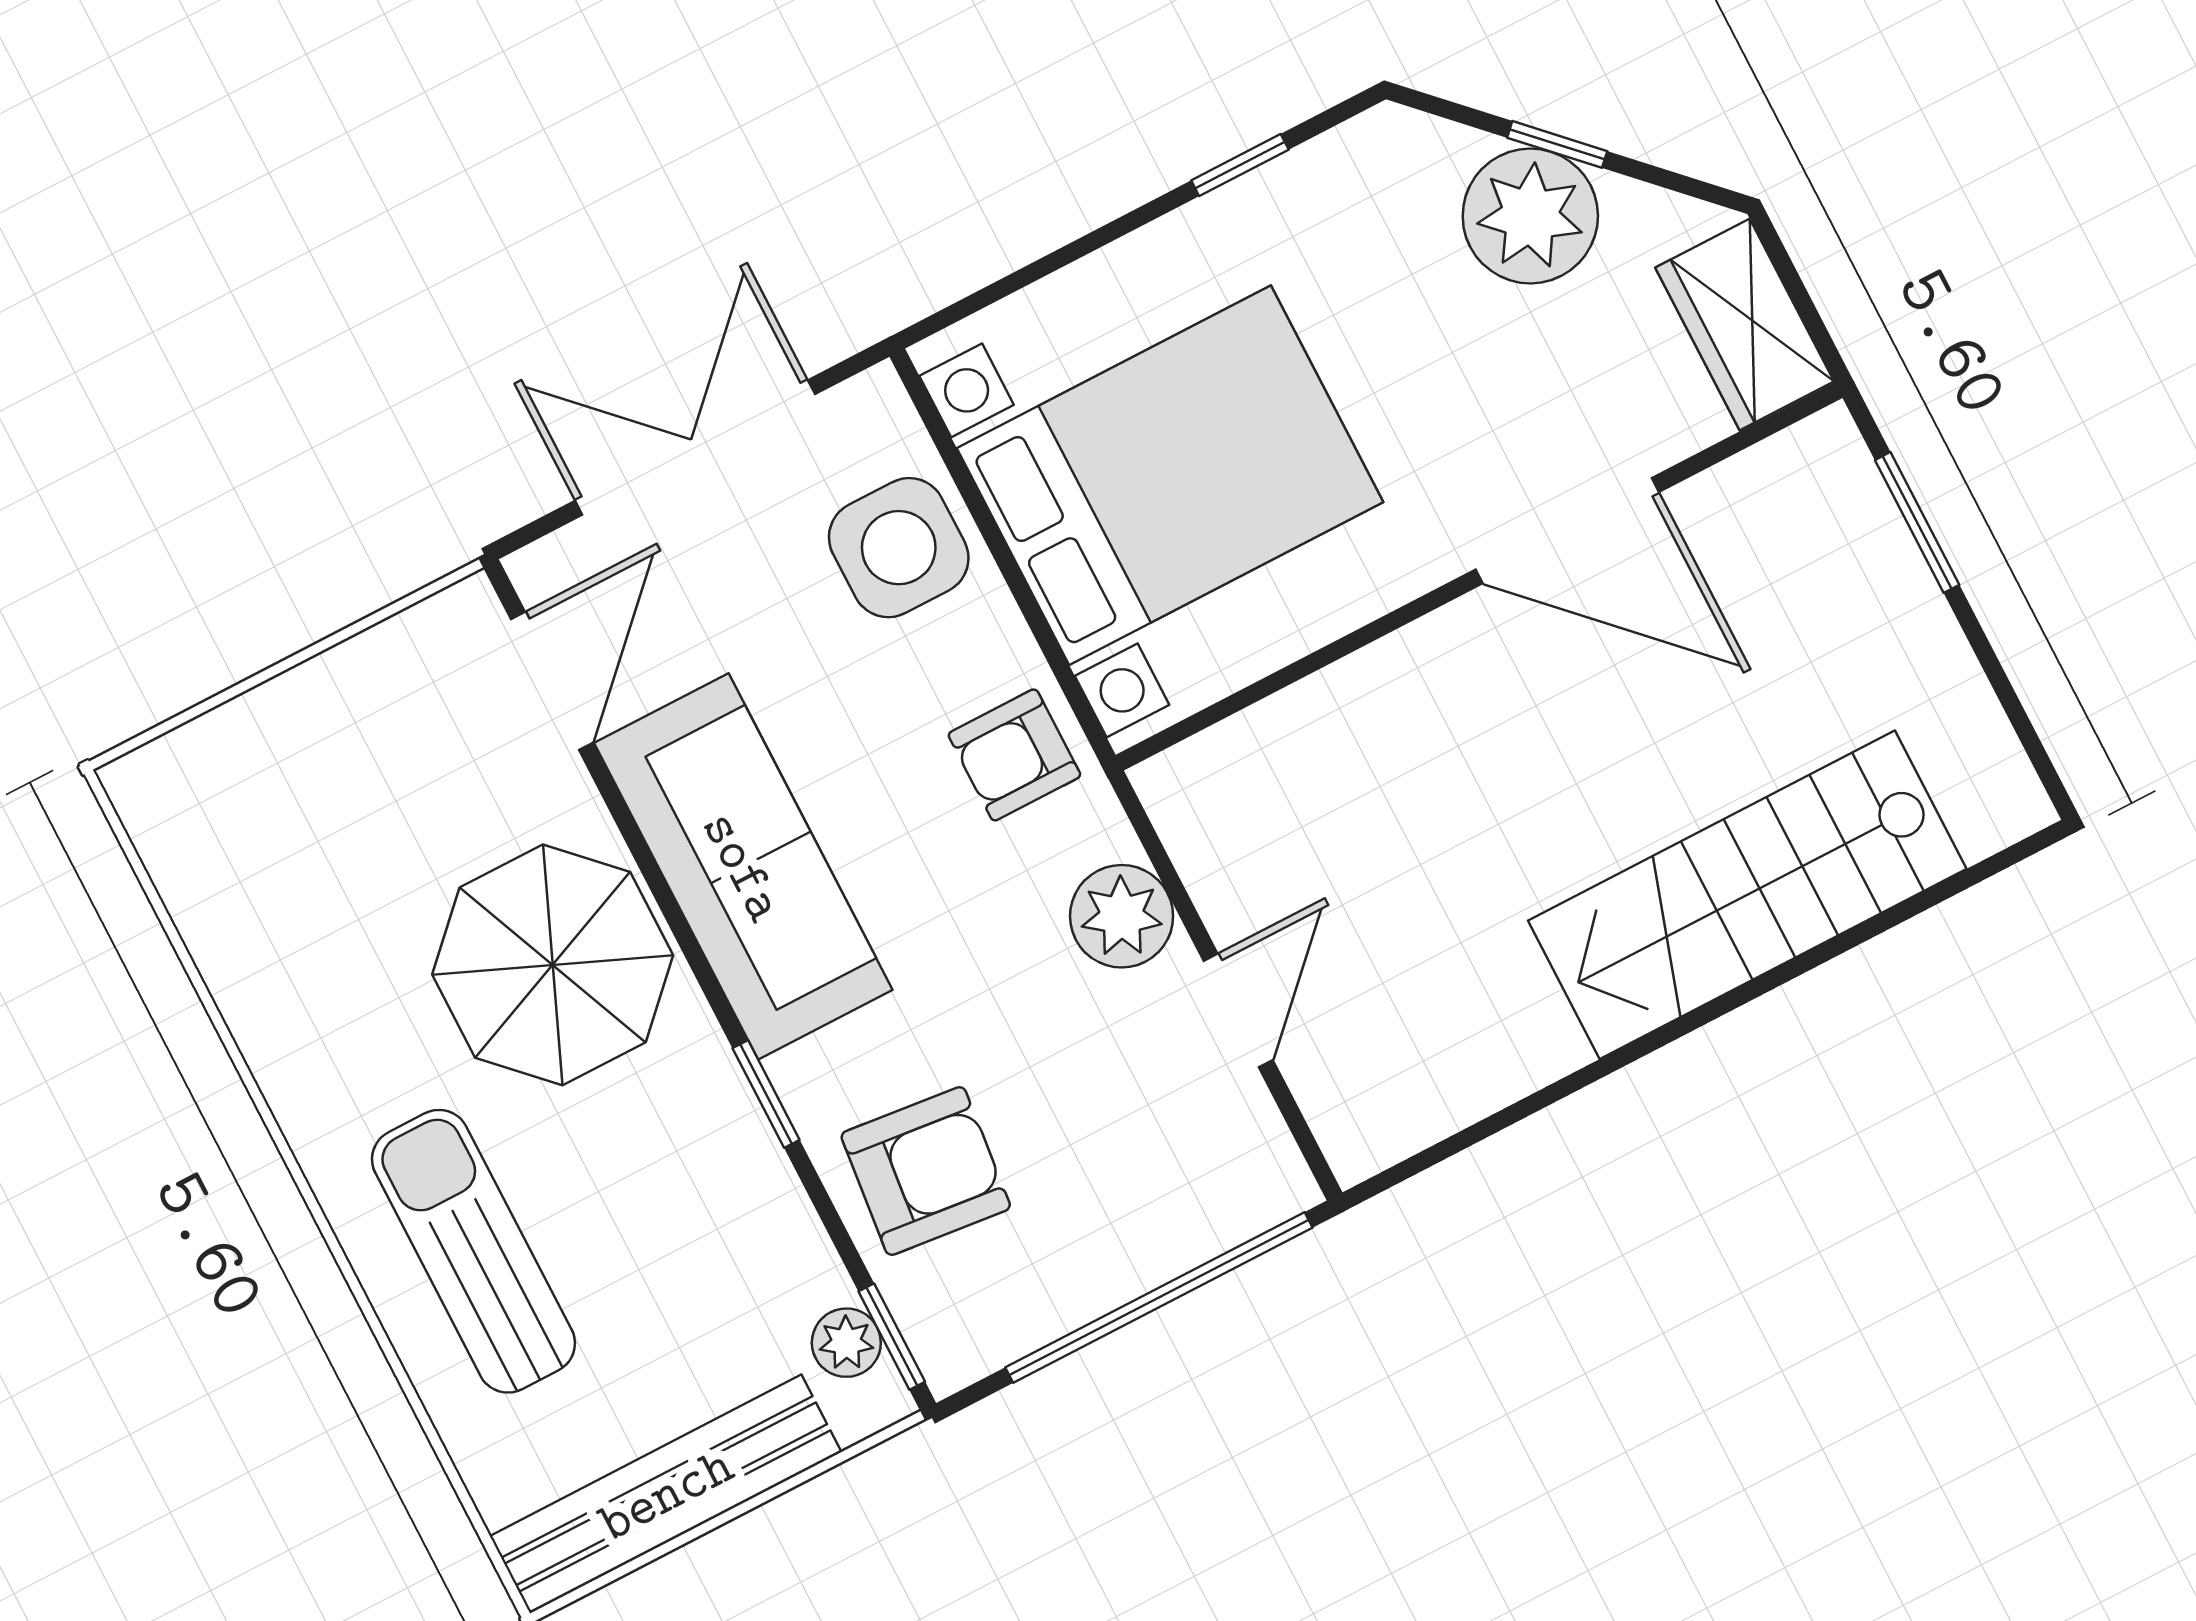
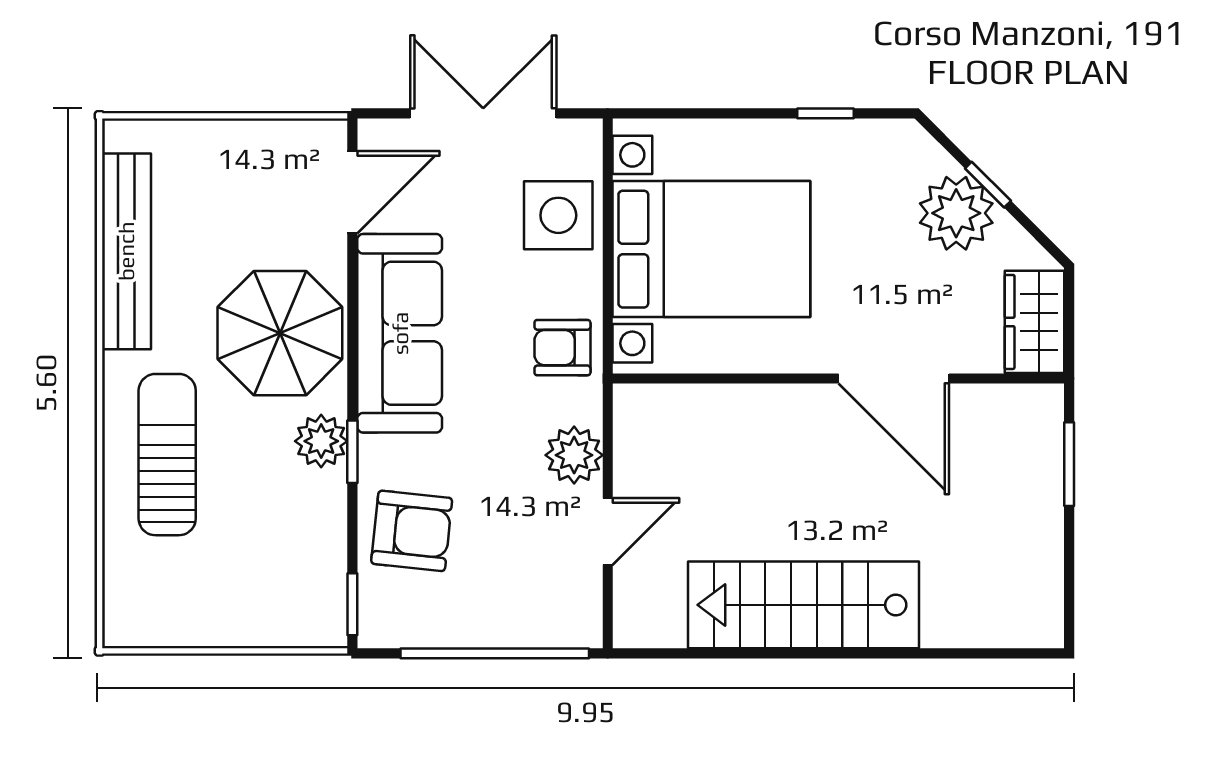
stairs: (1747, 895) -> (804, 605), moved
plant: (846, 1343) -> (321, 441), moved, width x1.38, depth x1.38
bench: (666, 1494) -> (126, 251), moved, turned 90

